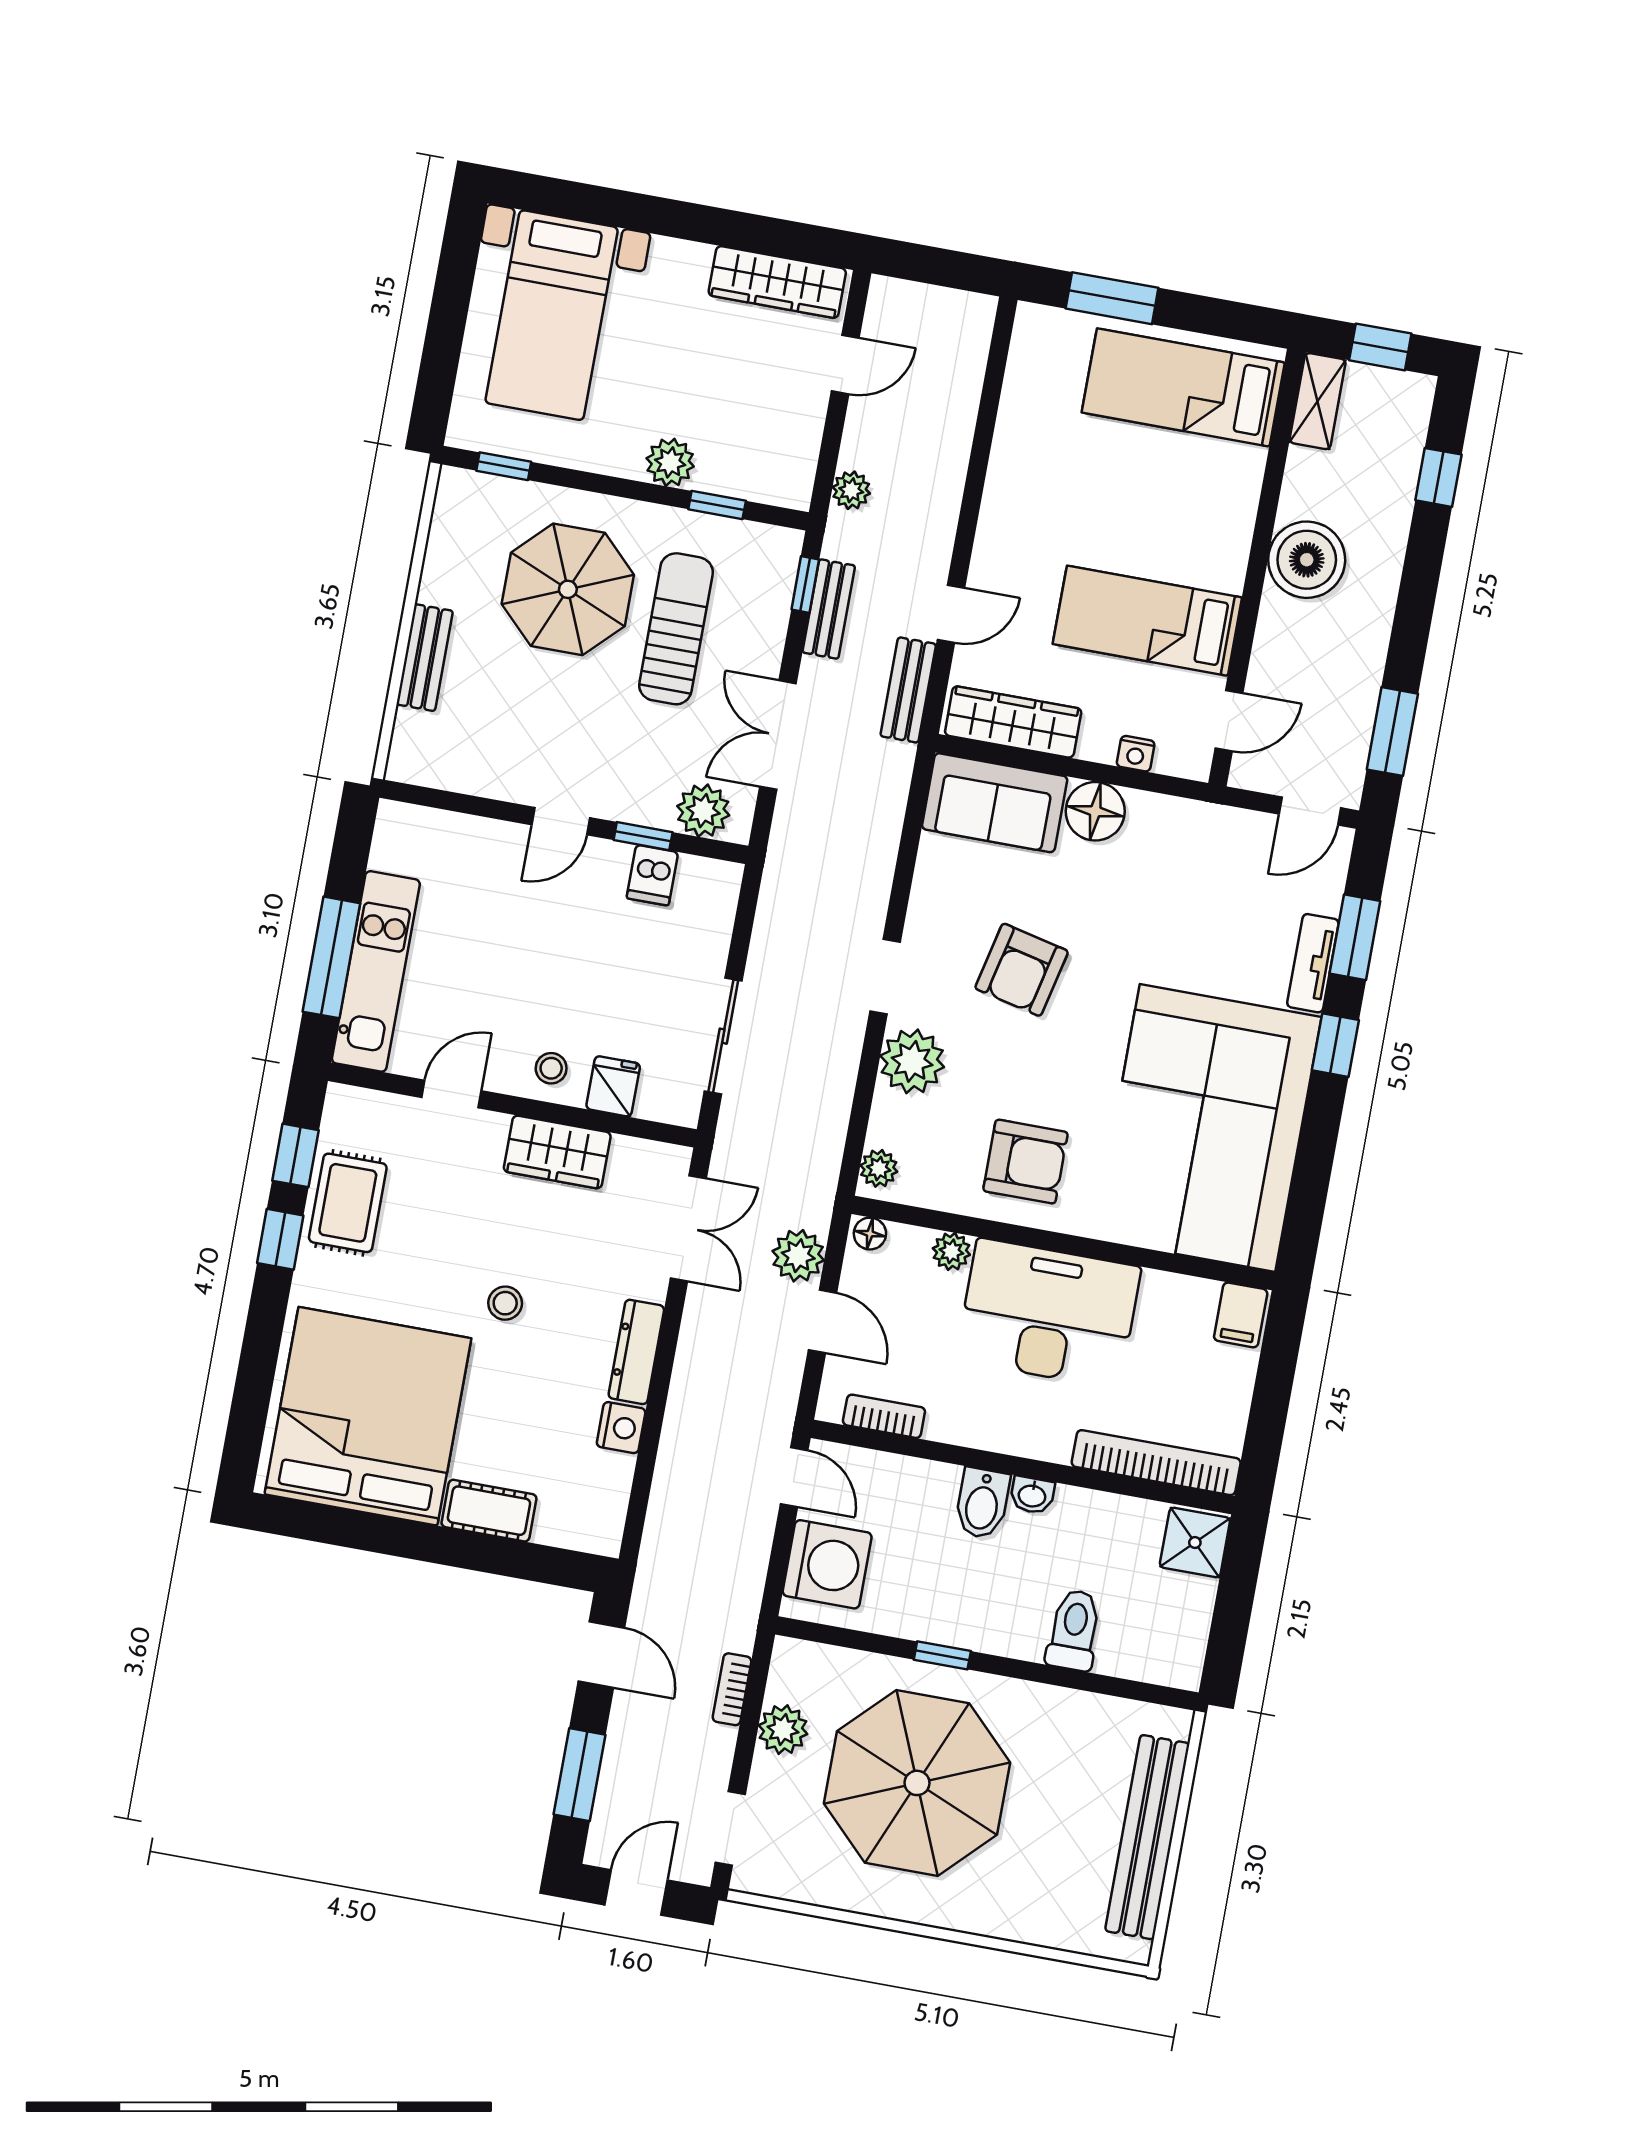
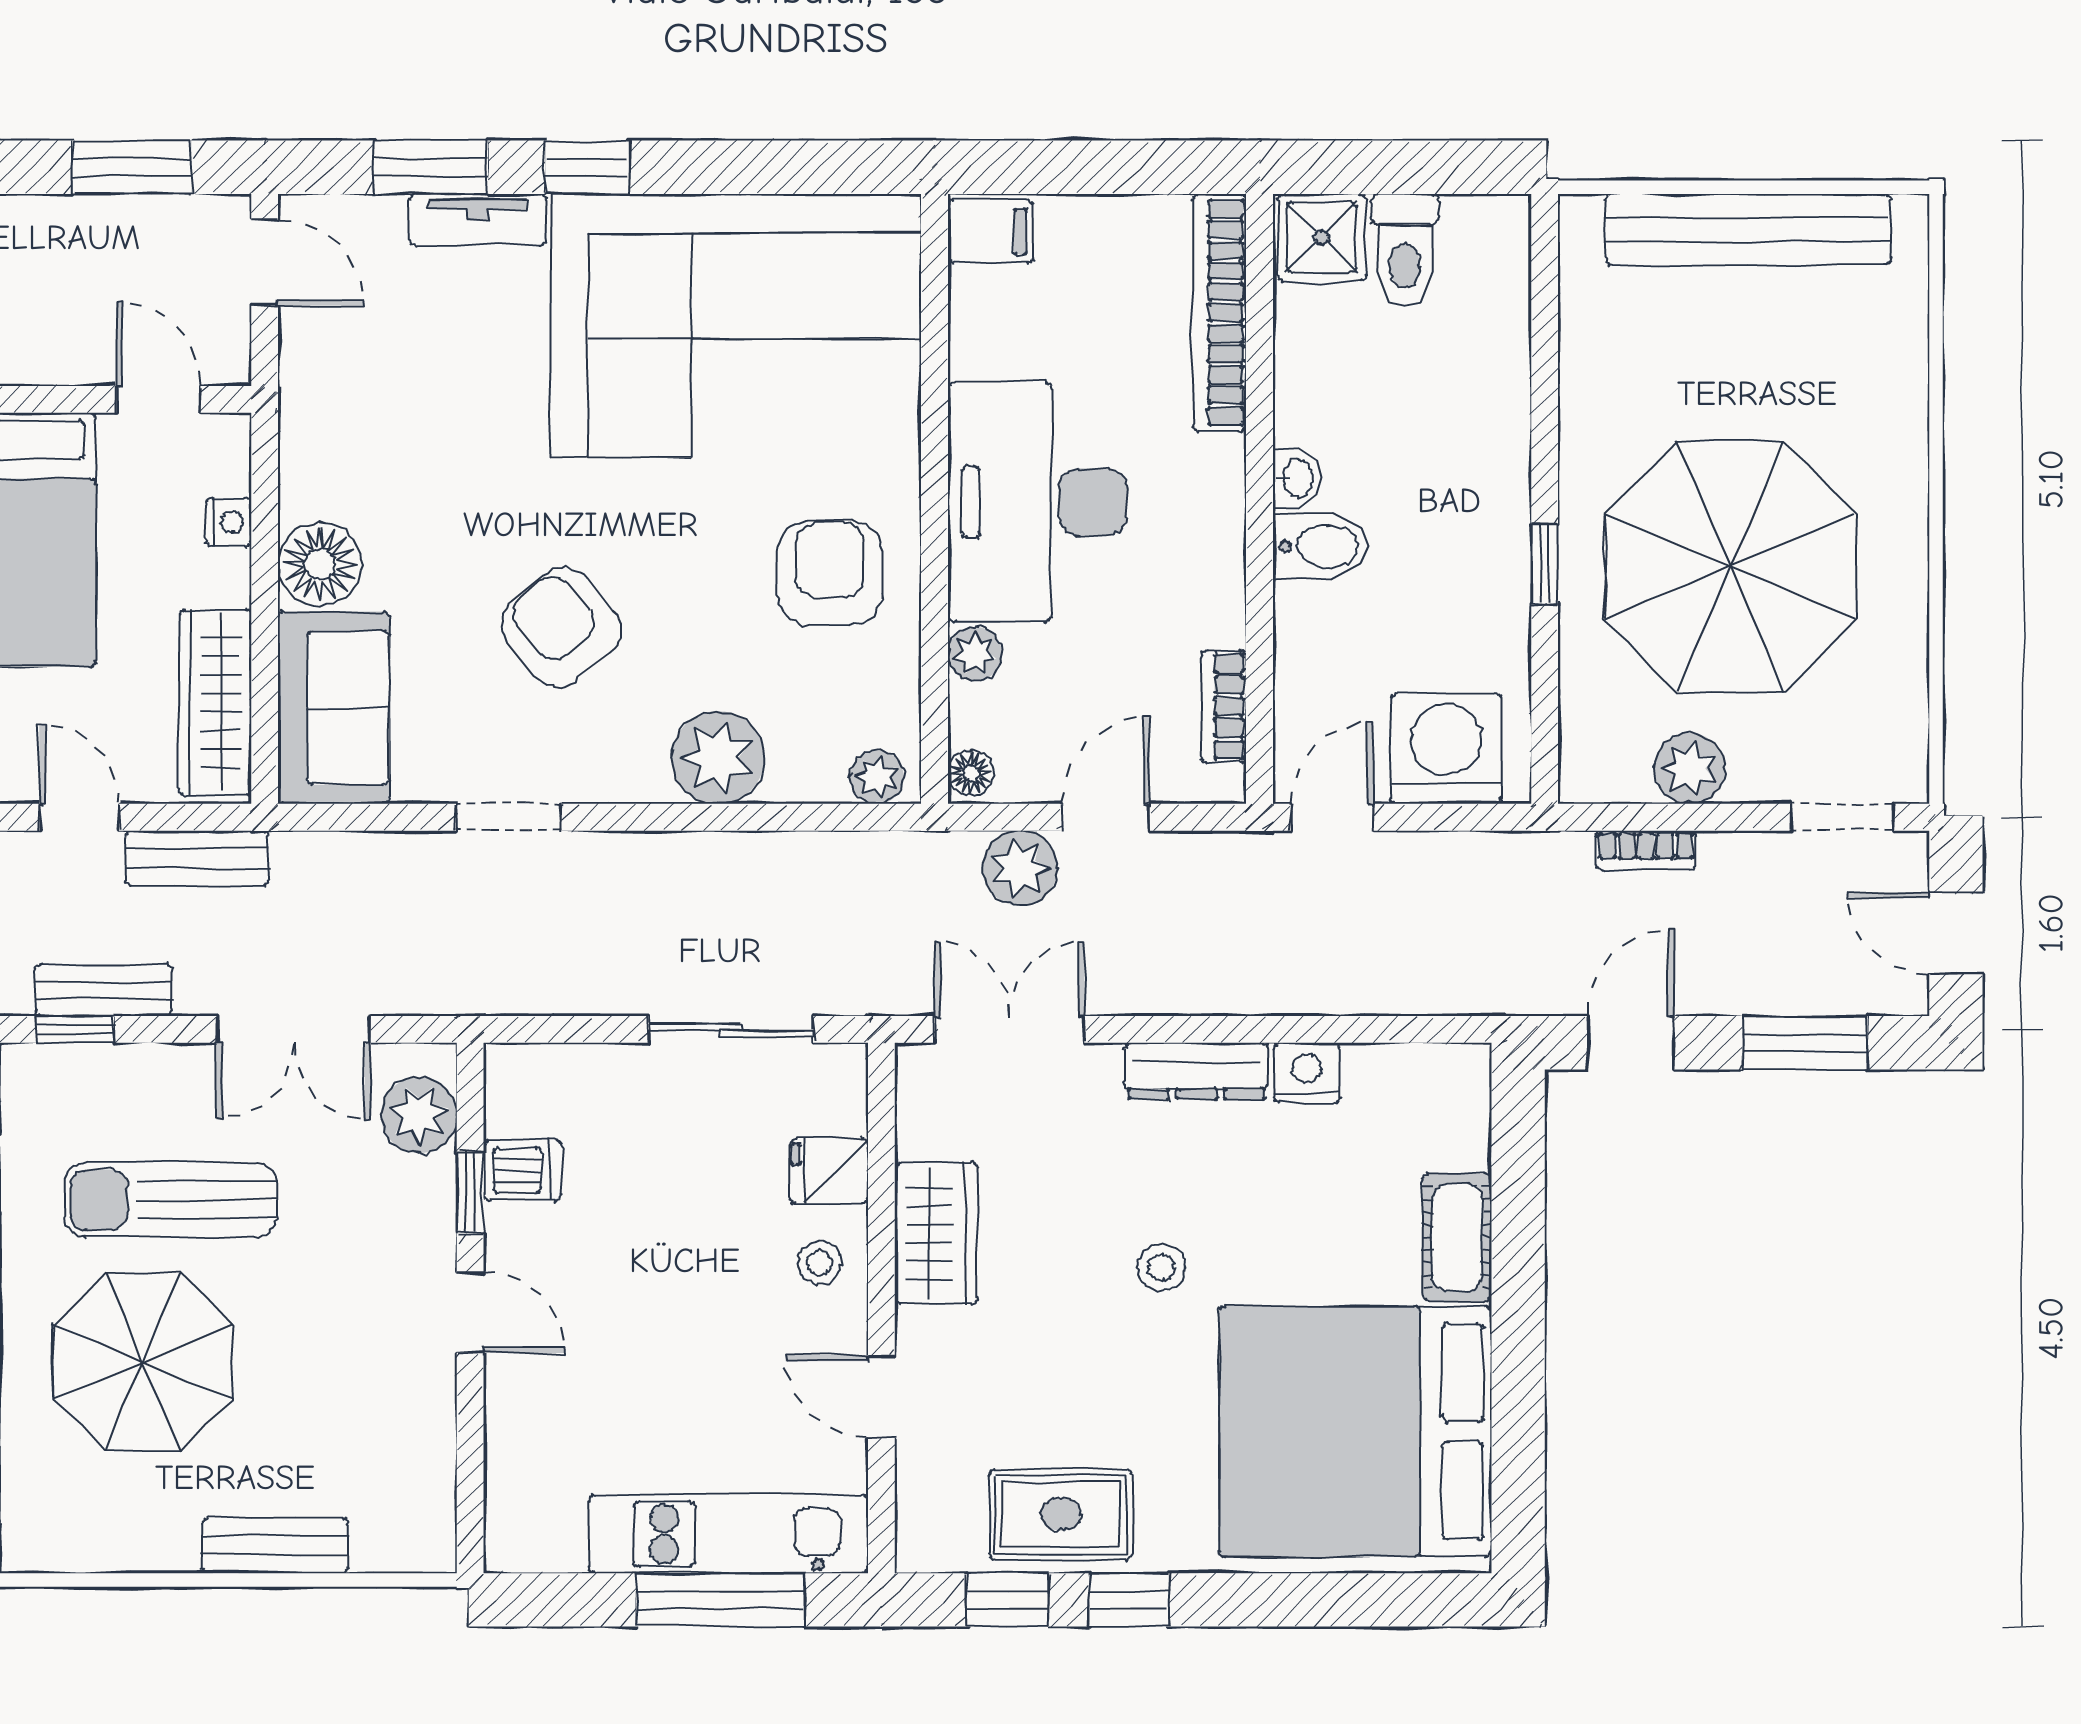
armchair: (1022, 970) -> (561, 627), turned -143
doorway: (885, 977) -> (509, 817), moved
toilet: (1074, 1630) -> (1405, 250), moved, turned -90

